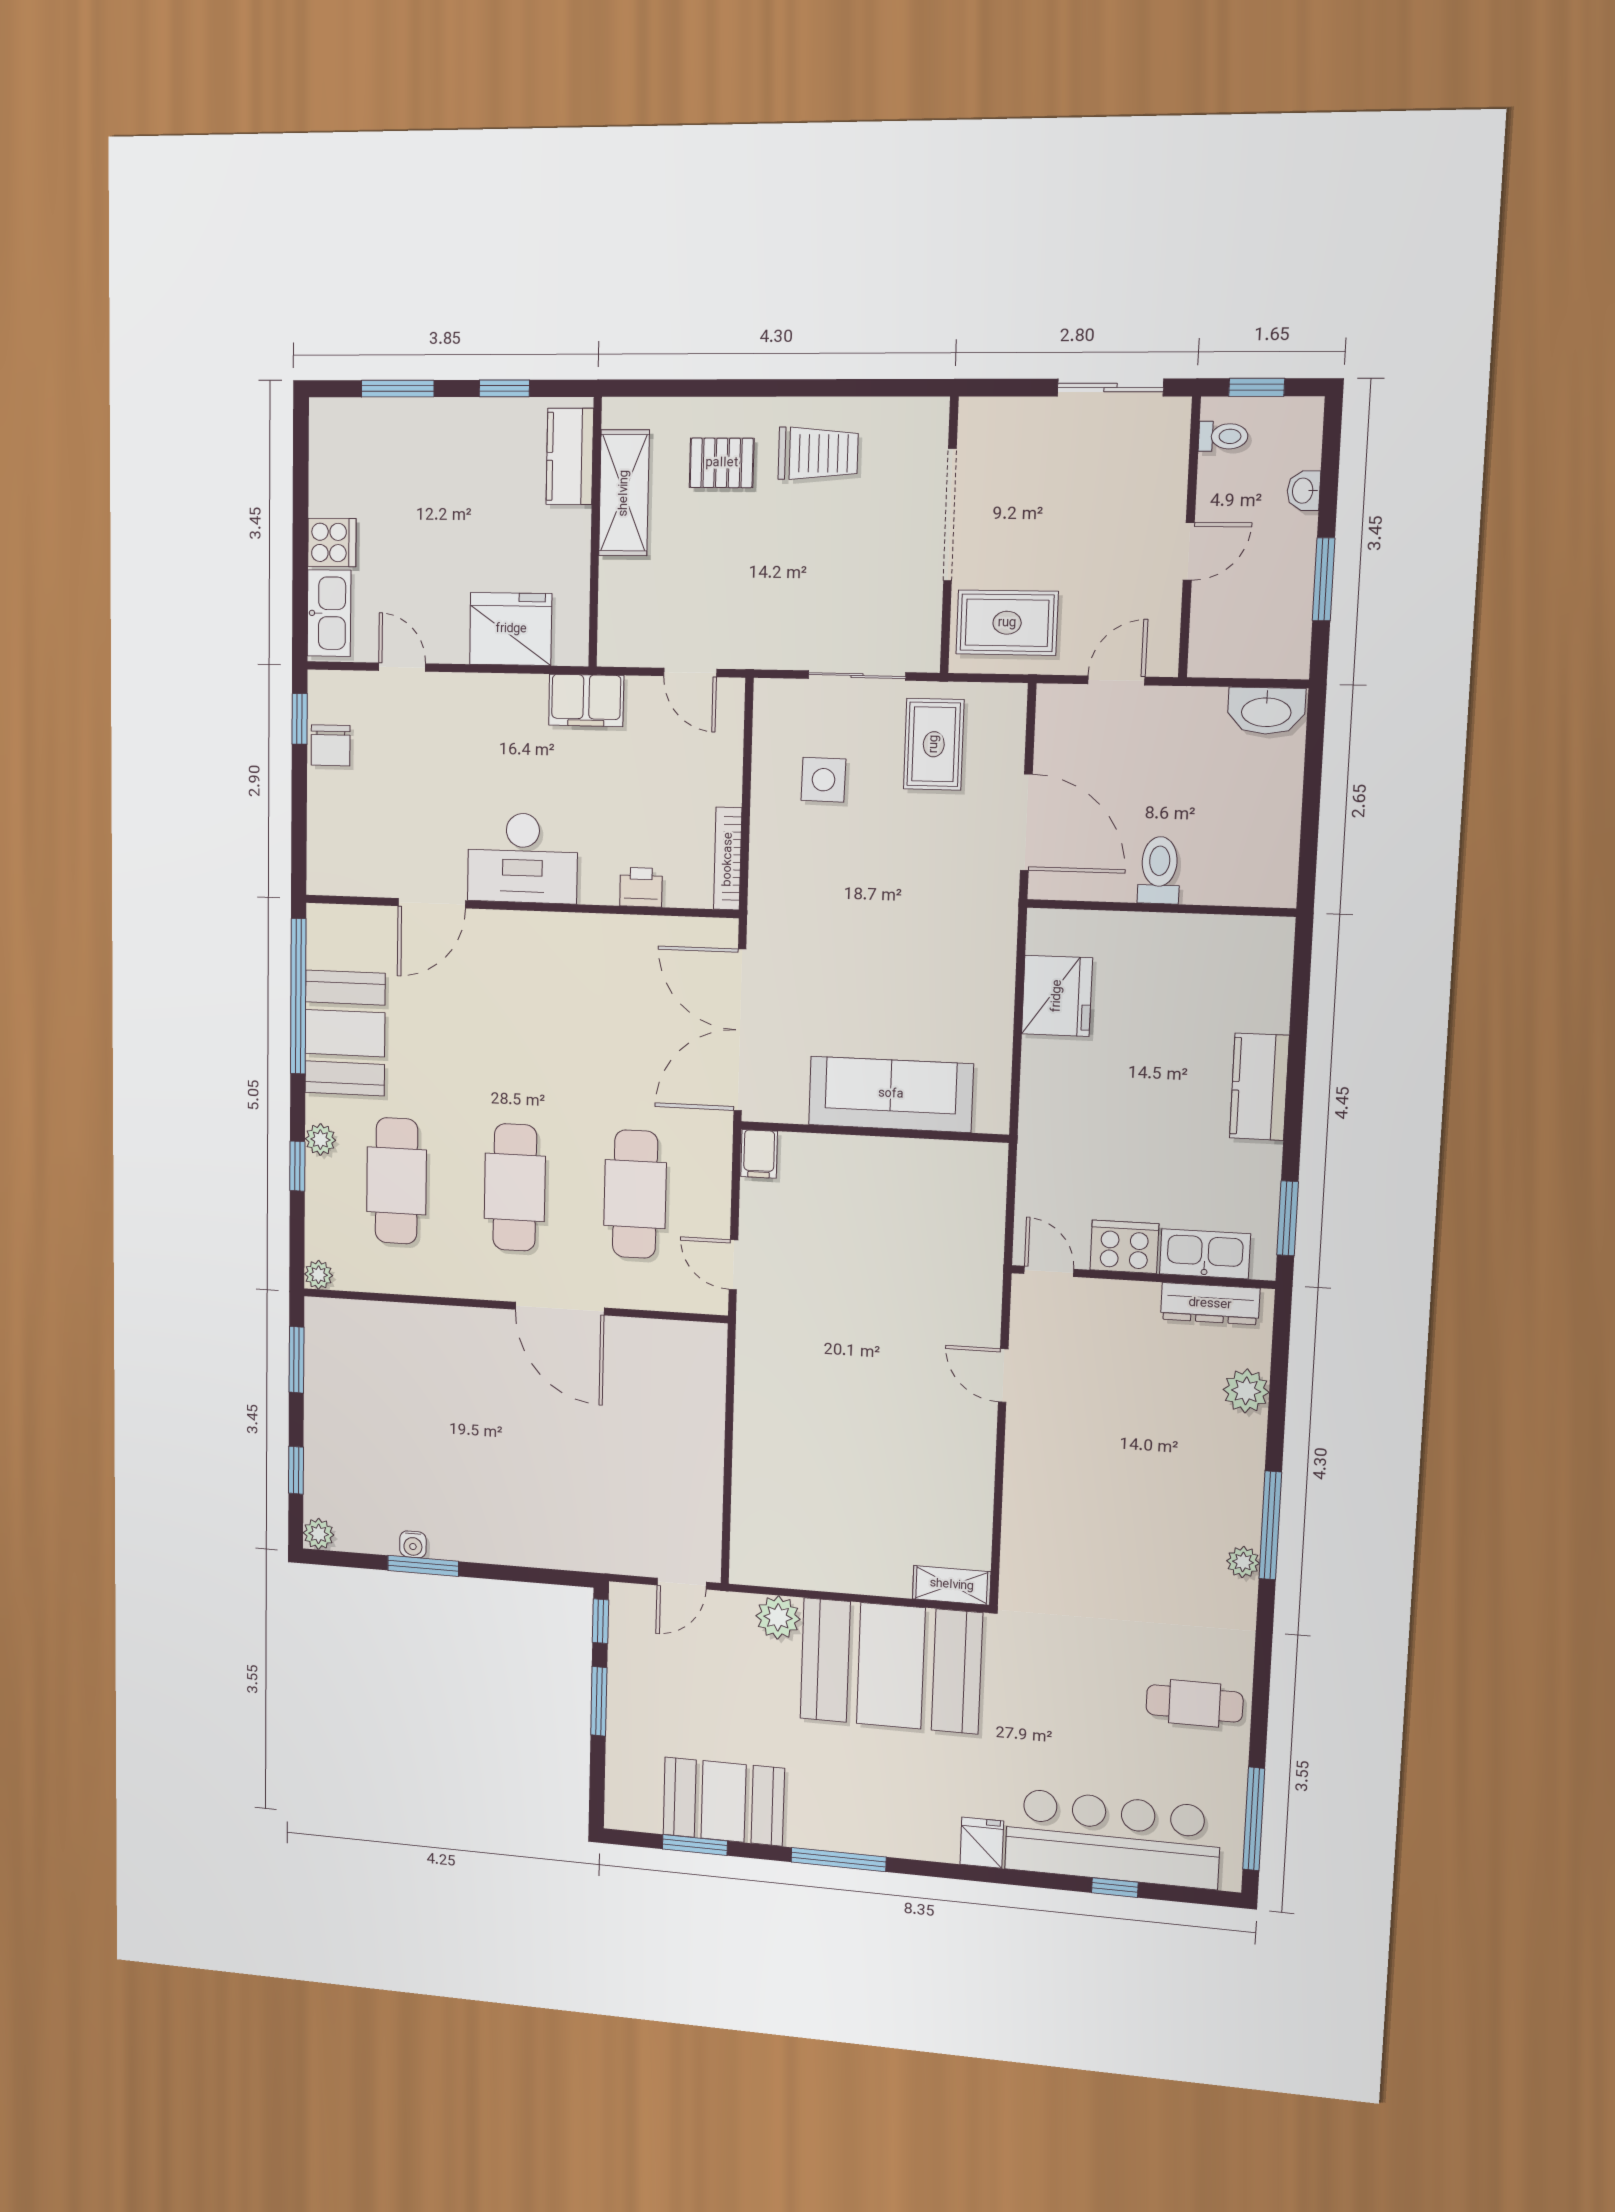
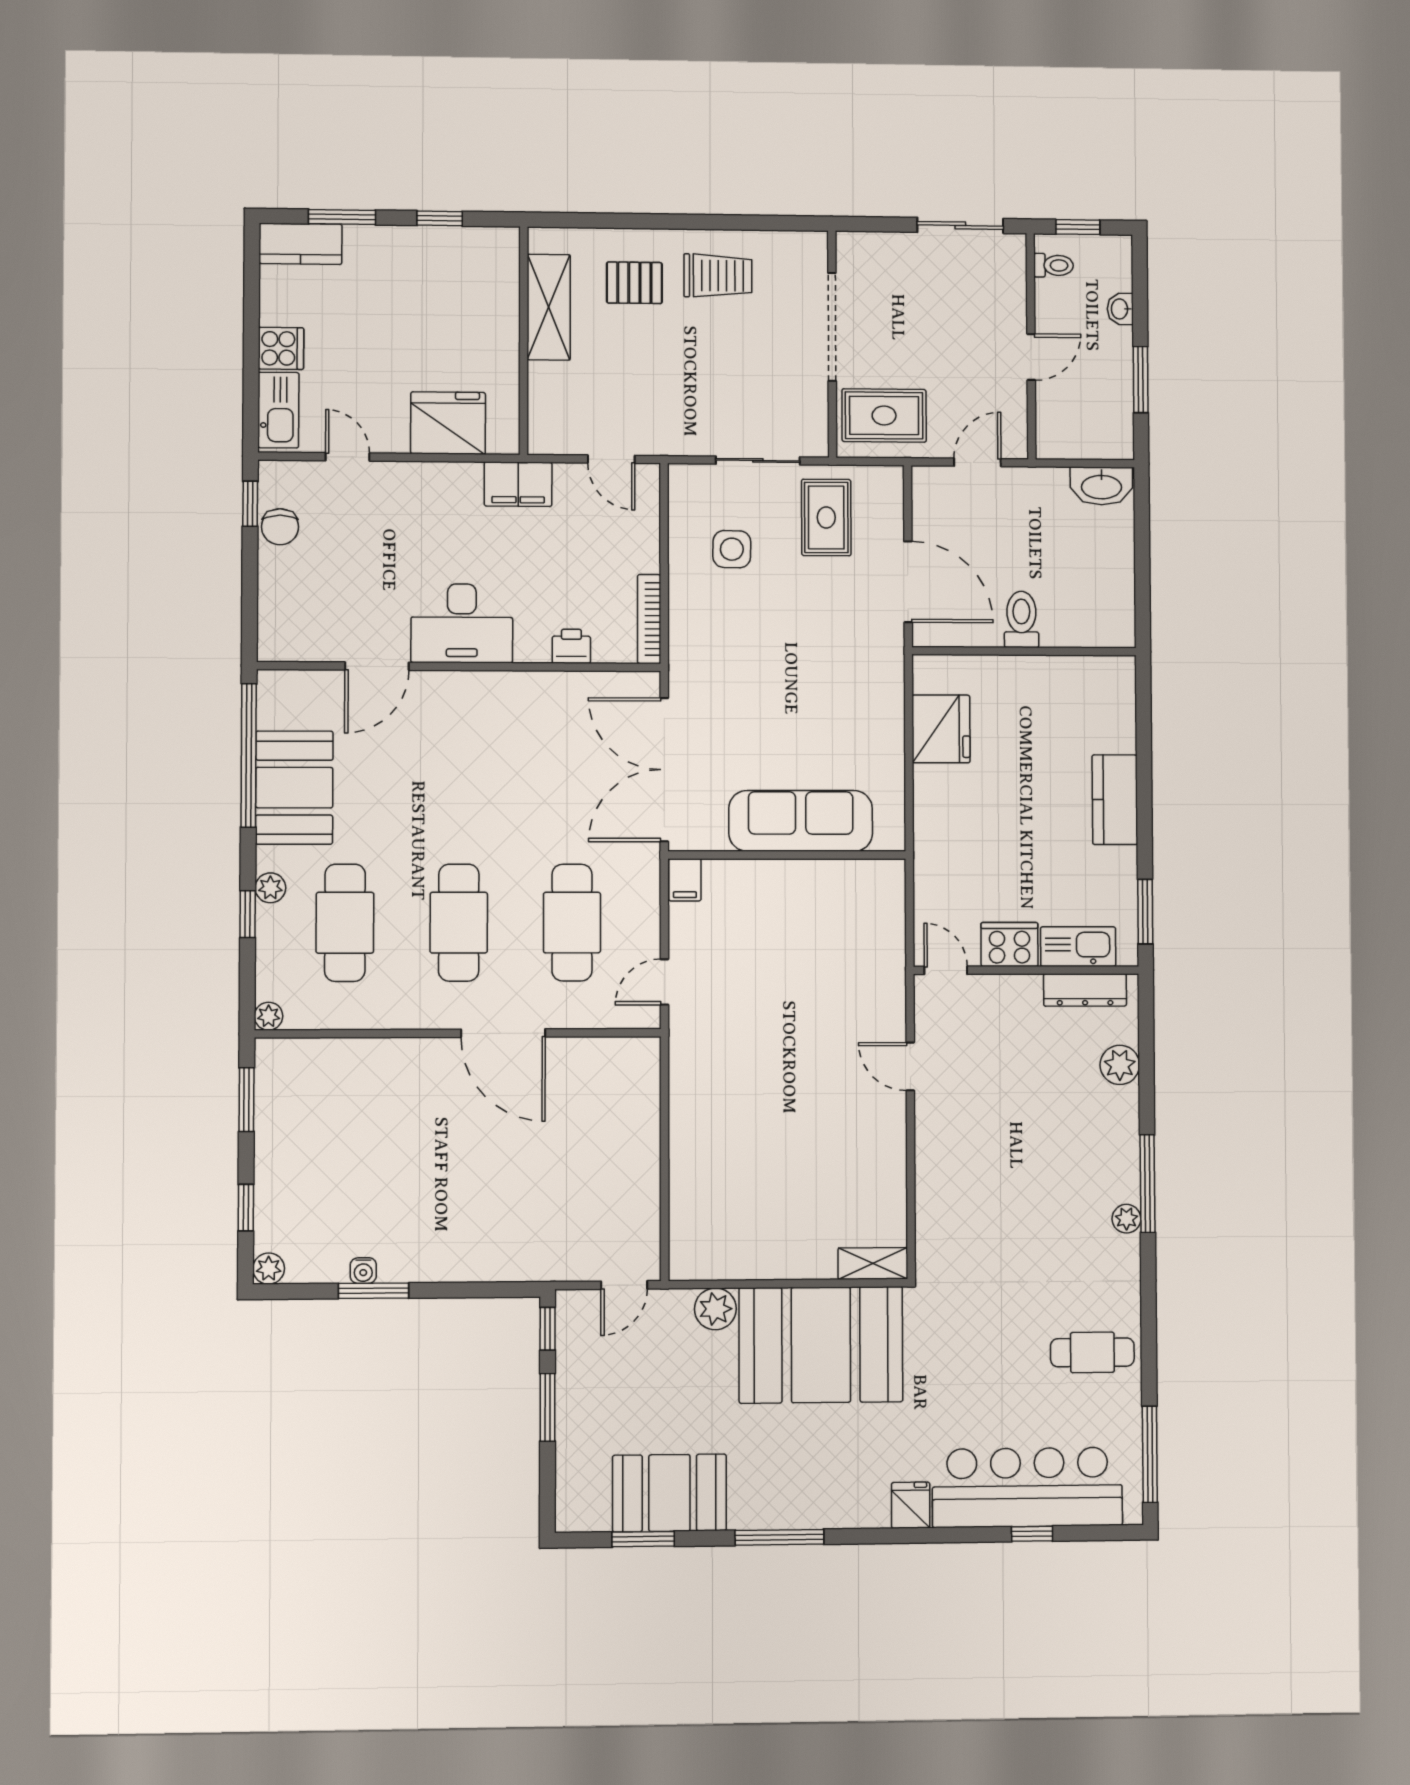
kitchen counter: (570, 456) -> (300, 244), moved, turned -90
door: (733, 1265) -> (664, 982), hinge flipped

